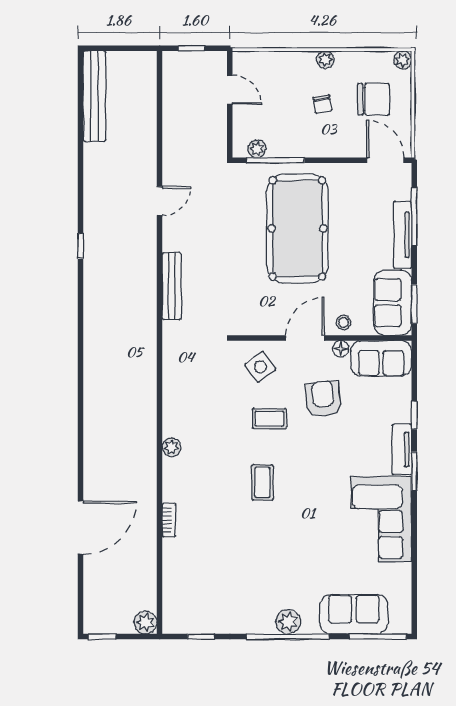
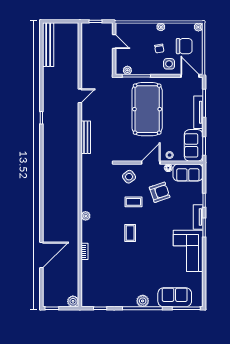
side table: (342, 136) -> (169, 64), added
armchair: (323, 399) -> (160, 192), turned 76

